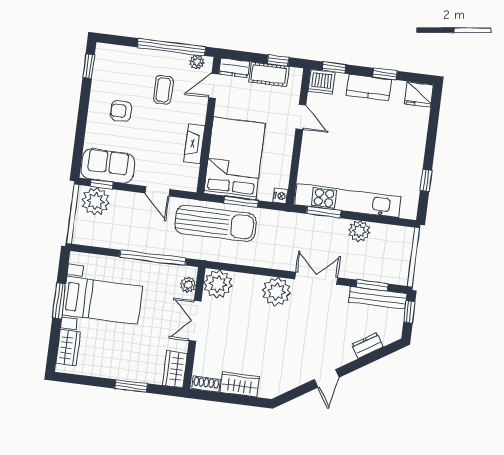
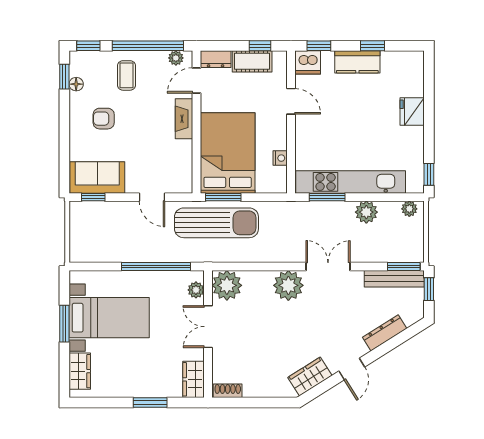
window: (115, 40) -> (88, 46), added
floor lamp: (99, 75) -> (76, 84), added
coffee table: (163, 90) -> (127, 75), moved
fridge: (419, 94) -> (412, 112), moved, turned 90
fireplace: (194, 144) -> (184, 119), moved
window: (426, 180) -> (429, 174), moved
nightstand: (280, 196) -> (280, 158), moved
plant: (96, 201) -> (409, 209), moved, width x0.53, depth x0.53
window: (241, 202) -> (223, 197), moved
window: (372, 285) -> (404, 267), moved
dresser: (368, 345) -> (385, 333), width x1.44
wardrobe: (240, 384) -> (310, 377), moved, turned -32

